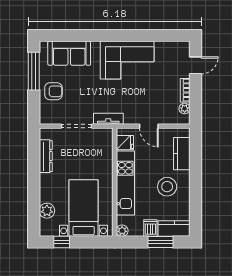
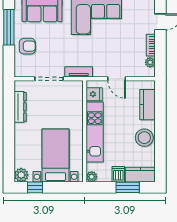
stool: (167, 187) -> (144, 138), moved
plant: (47, 211) -> (21, 175), moved

